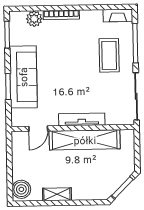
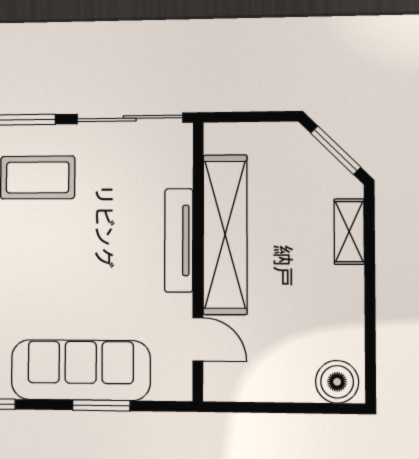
shelving: (57, 194) -> (349, 232), moved

